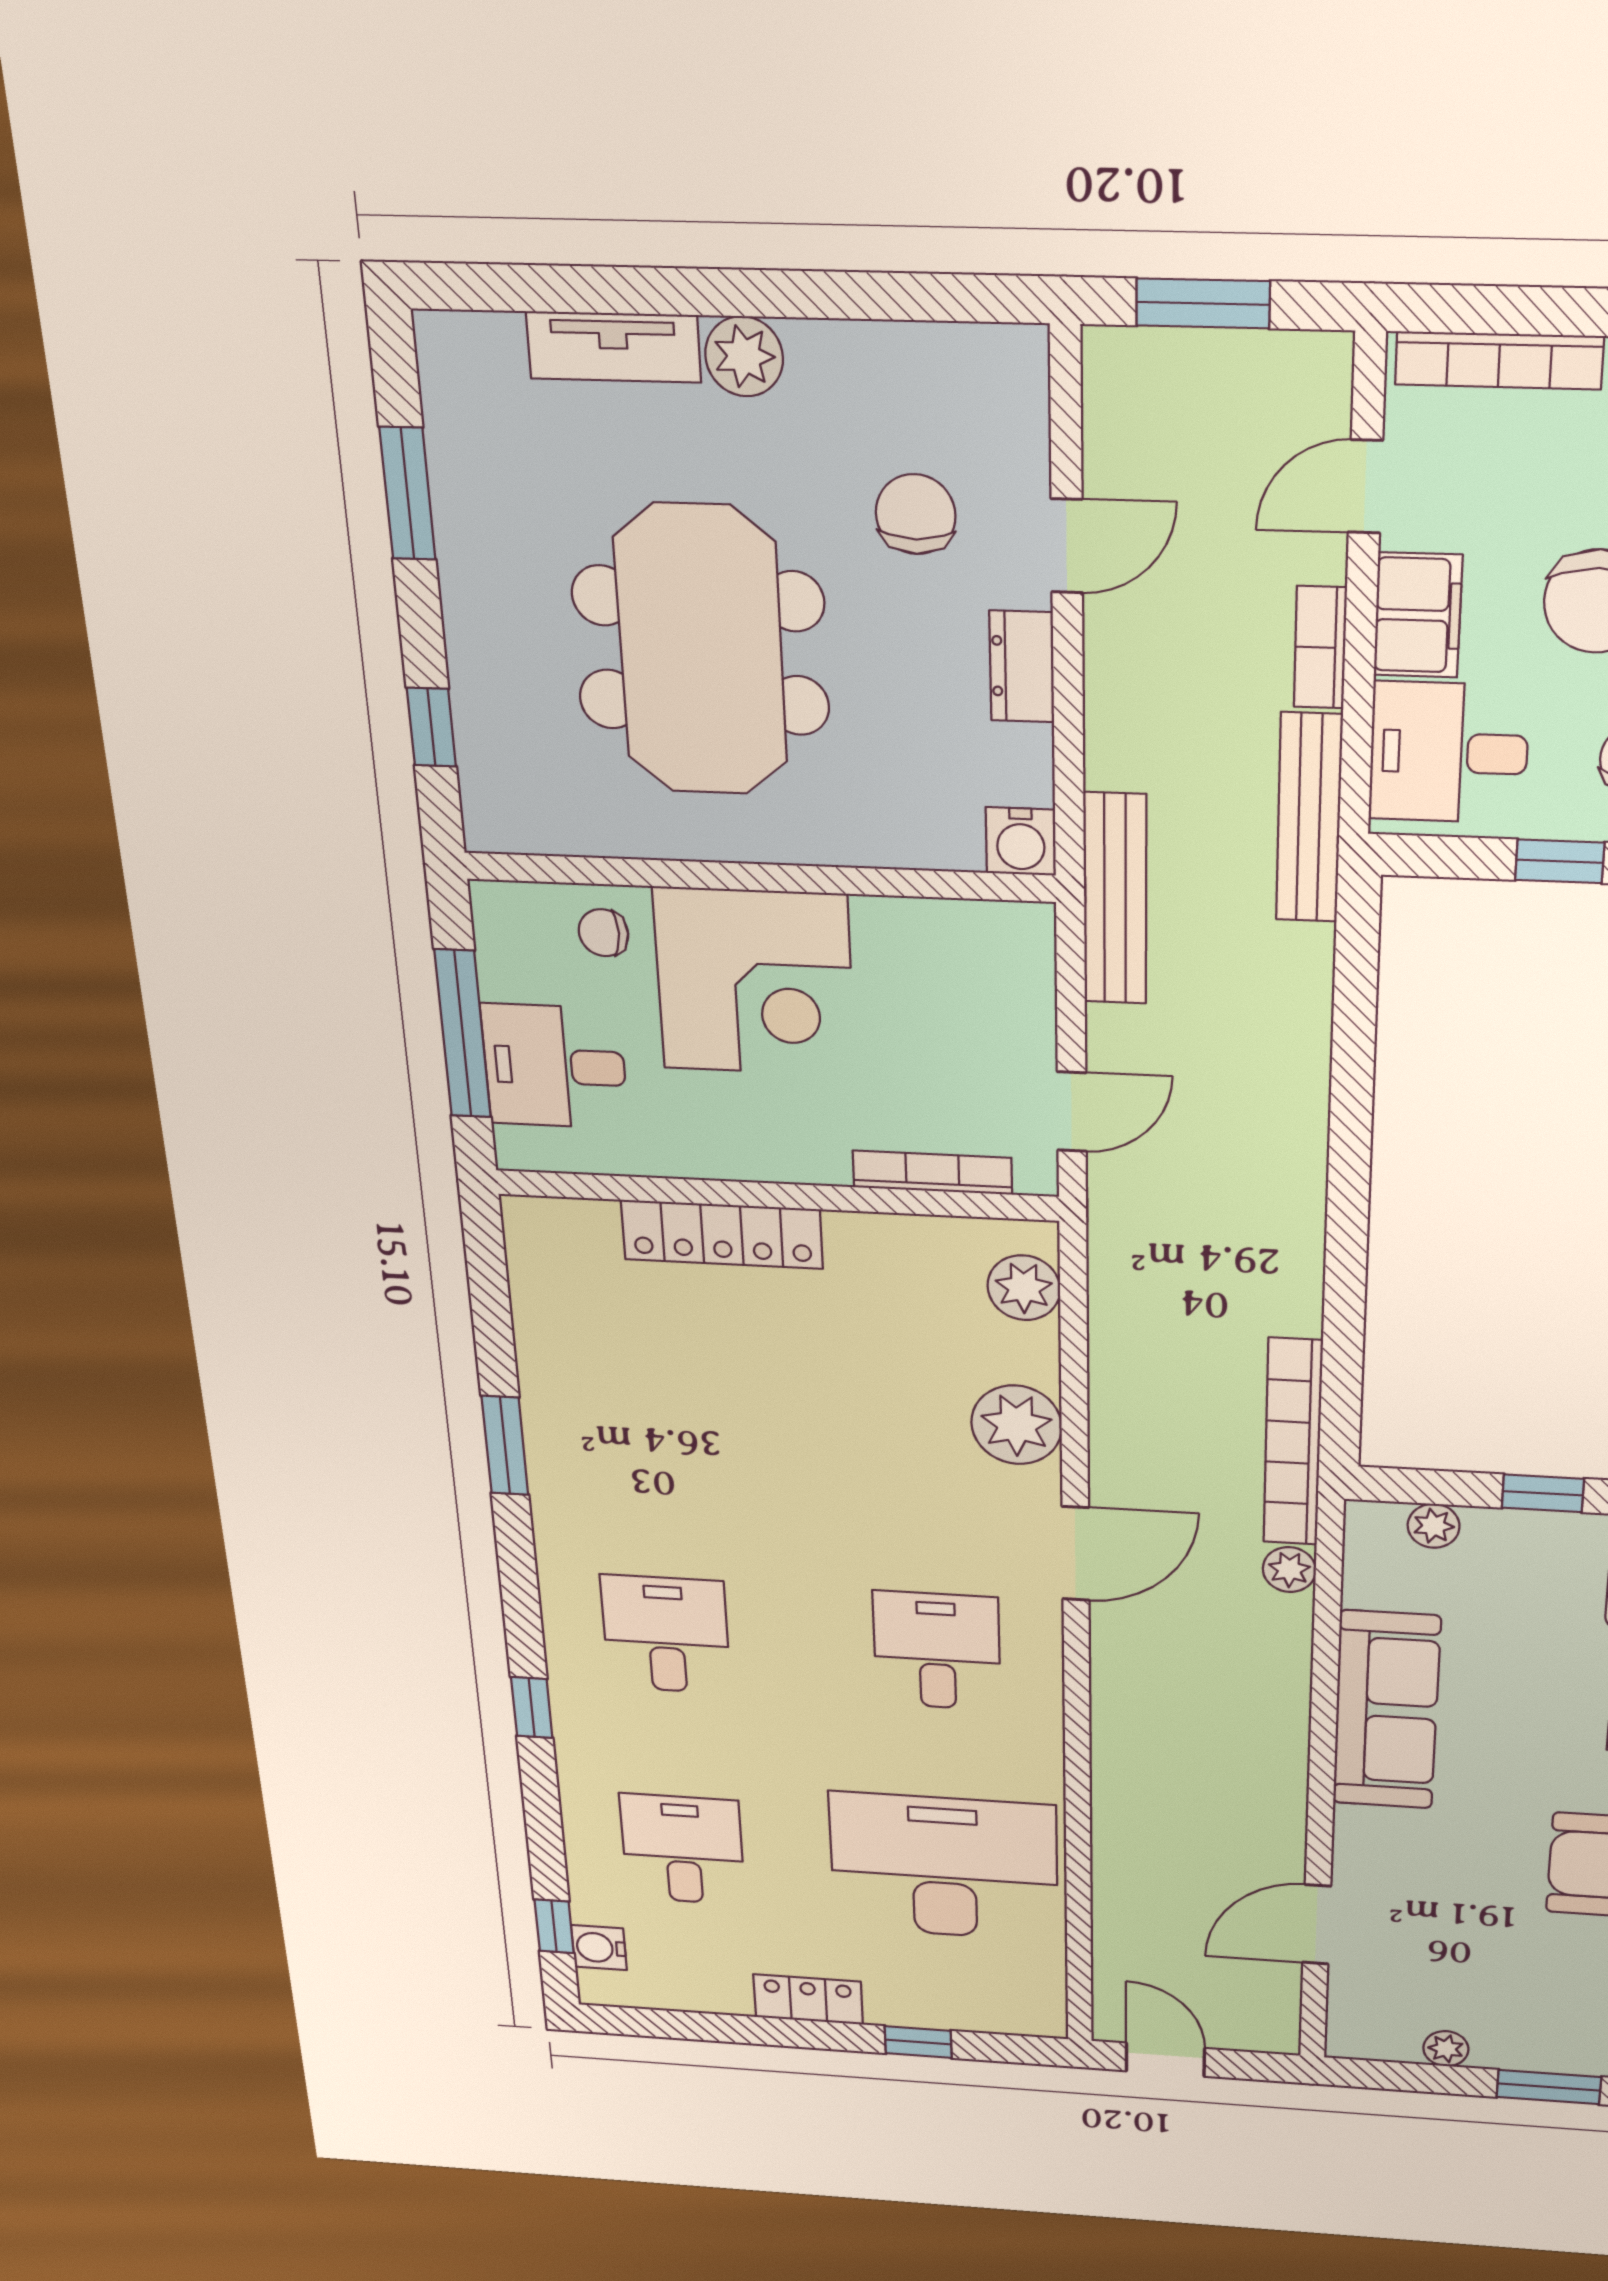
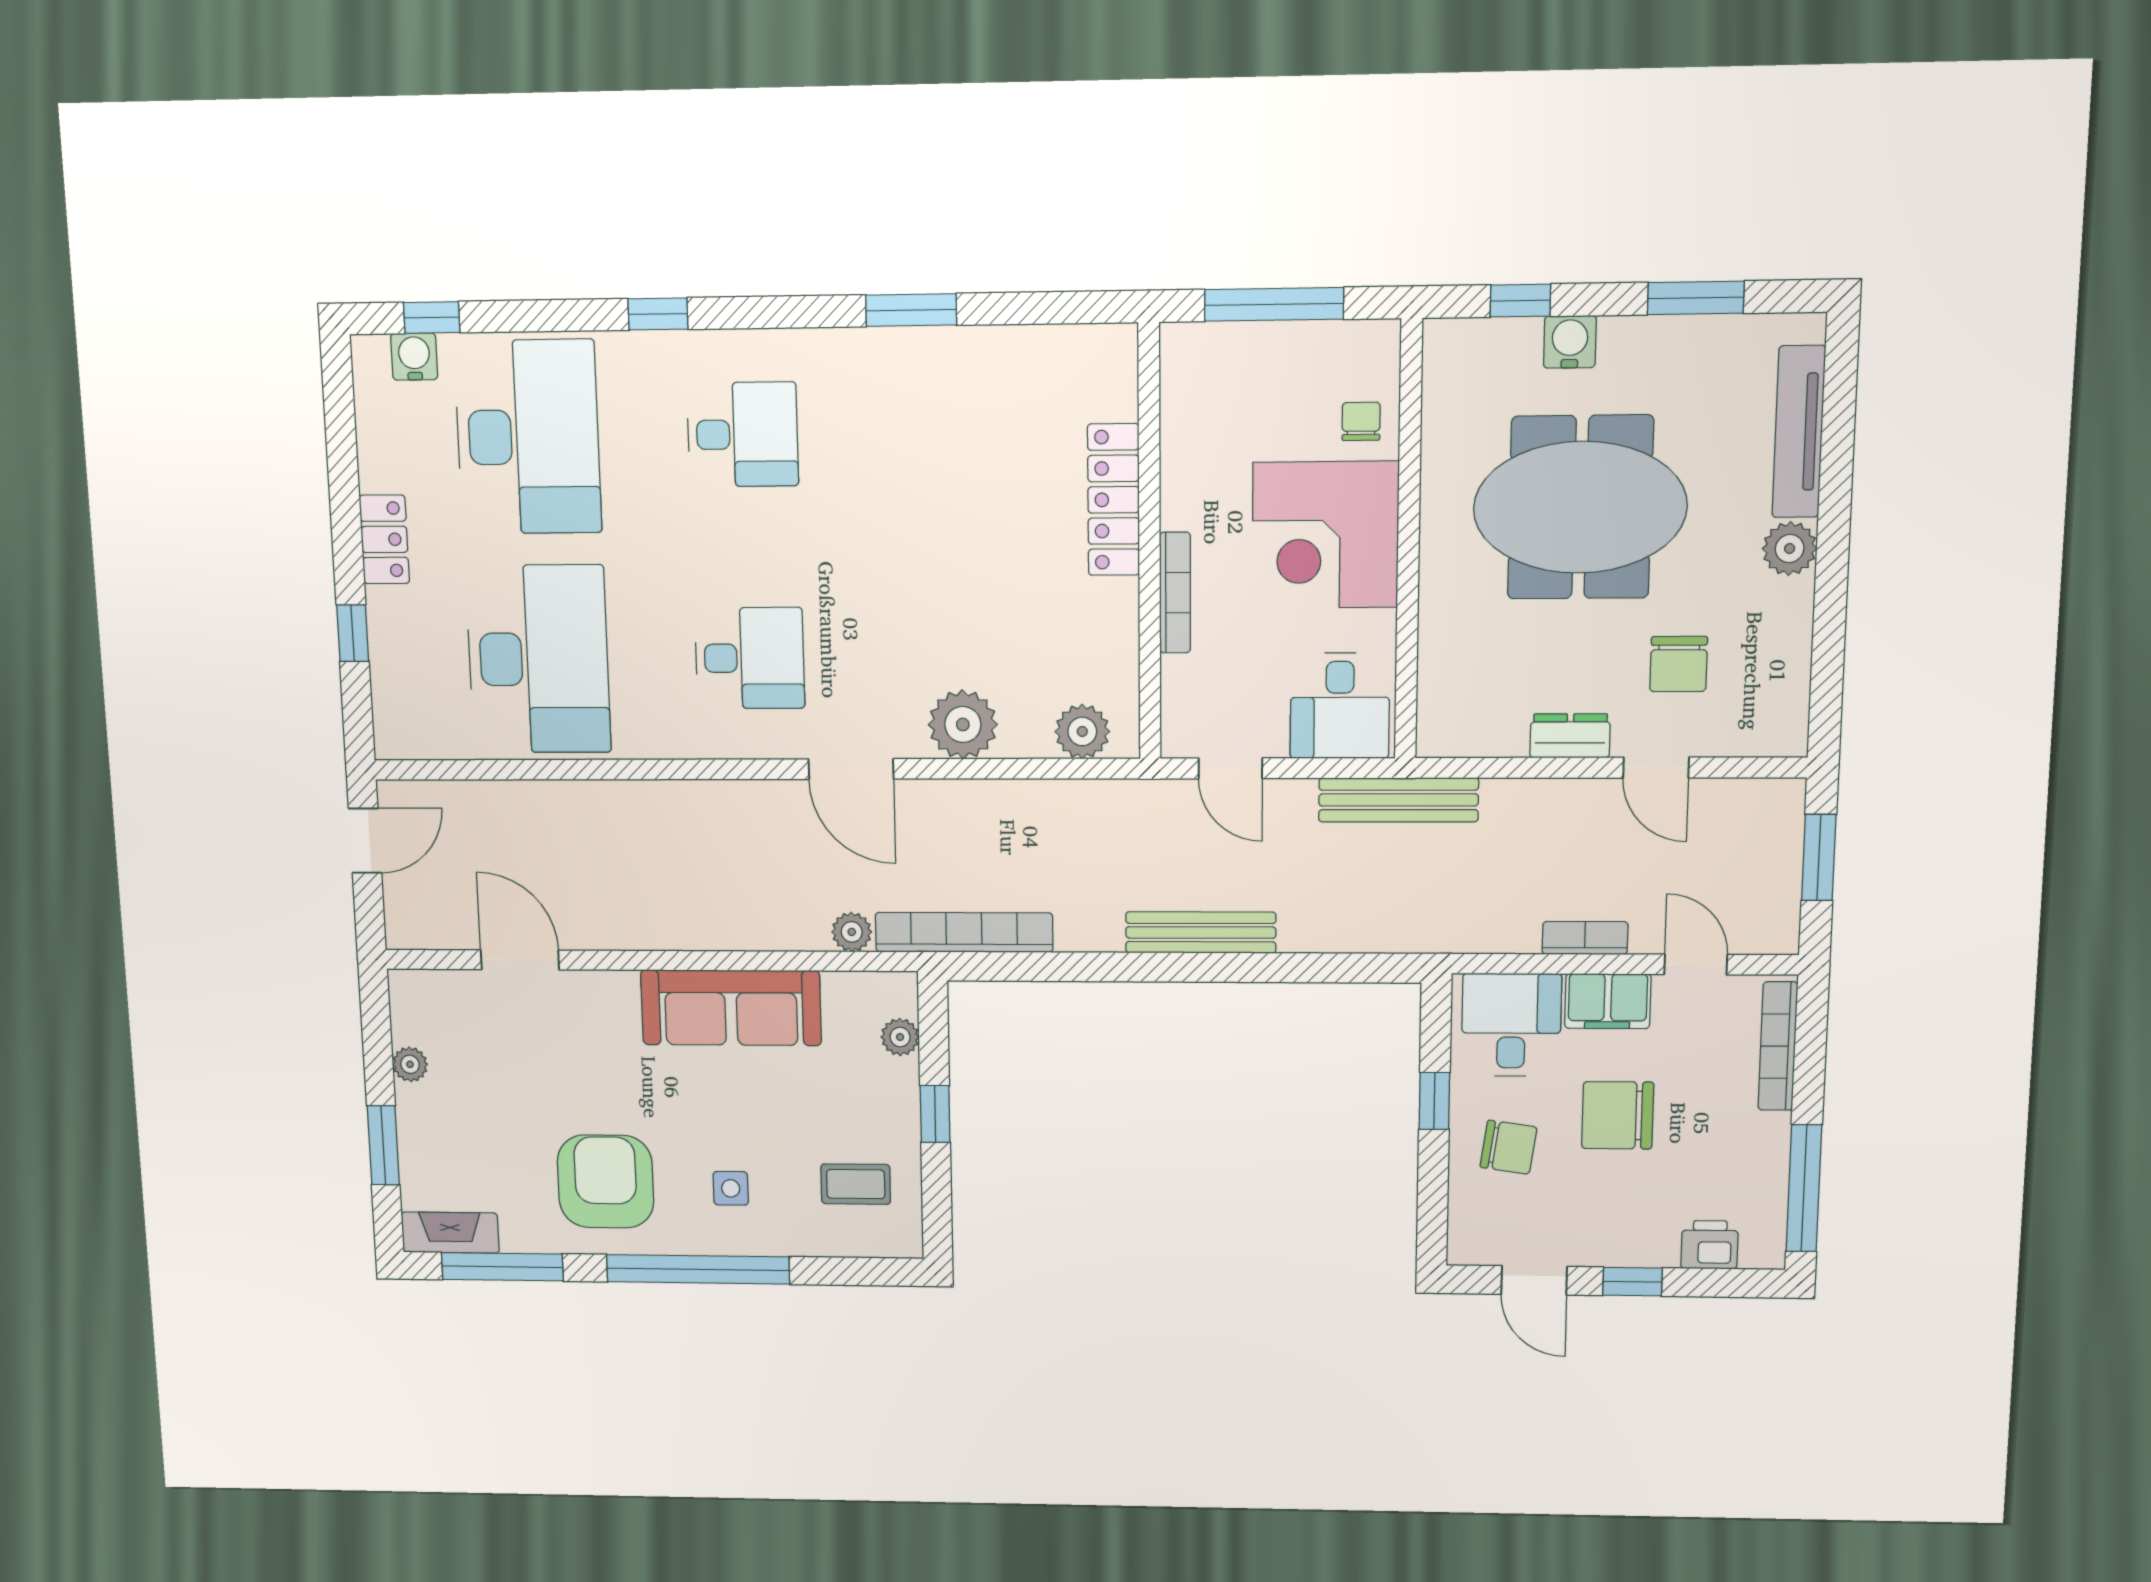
tv unit: (614, 347) -> (1799, 432), width x1.41
chair: (916, 514) -> (1679, 664), turned 90
bench: (1309, 818) -> (1201, 932), moved
water cooler: (1021, 841) -> (1570, 342), moved, turned 90
desk: (555, 1066) -> (1340, 706), moved, turned 180
bookcase: (932, 1173) -> (1175, 593), moved
desk: (683, 1849) -> (528, 437), width x1.87, depth x1.30

